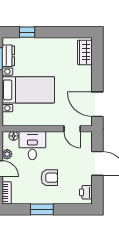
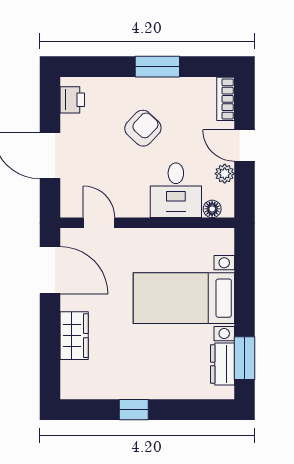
window: (27, 32) -> (134, 410), moved
wardrobe: (85, 52) -> (74, 336), moved
armchair: (49, 178) -> (143, 128), turned 133

